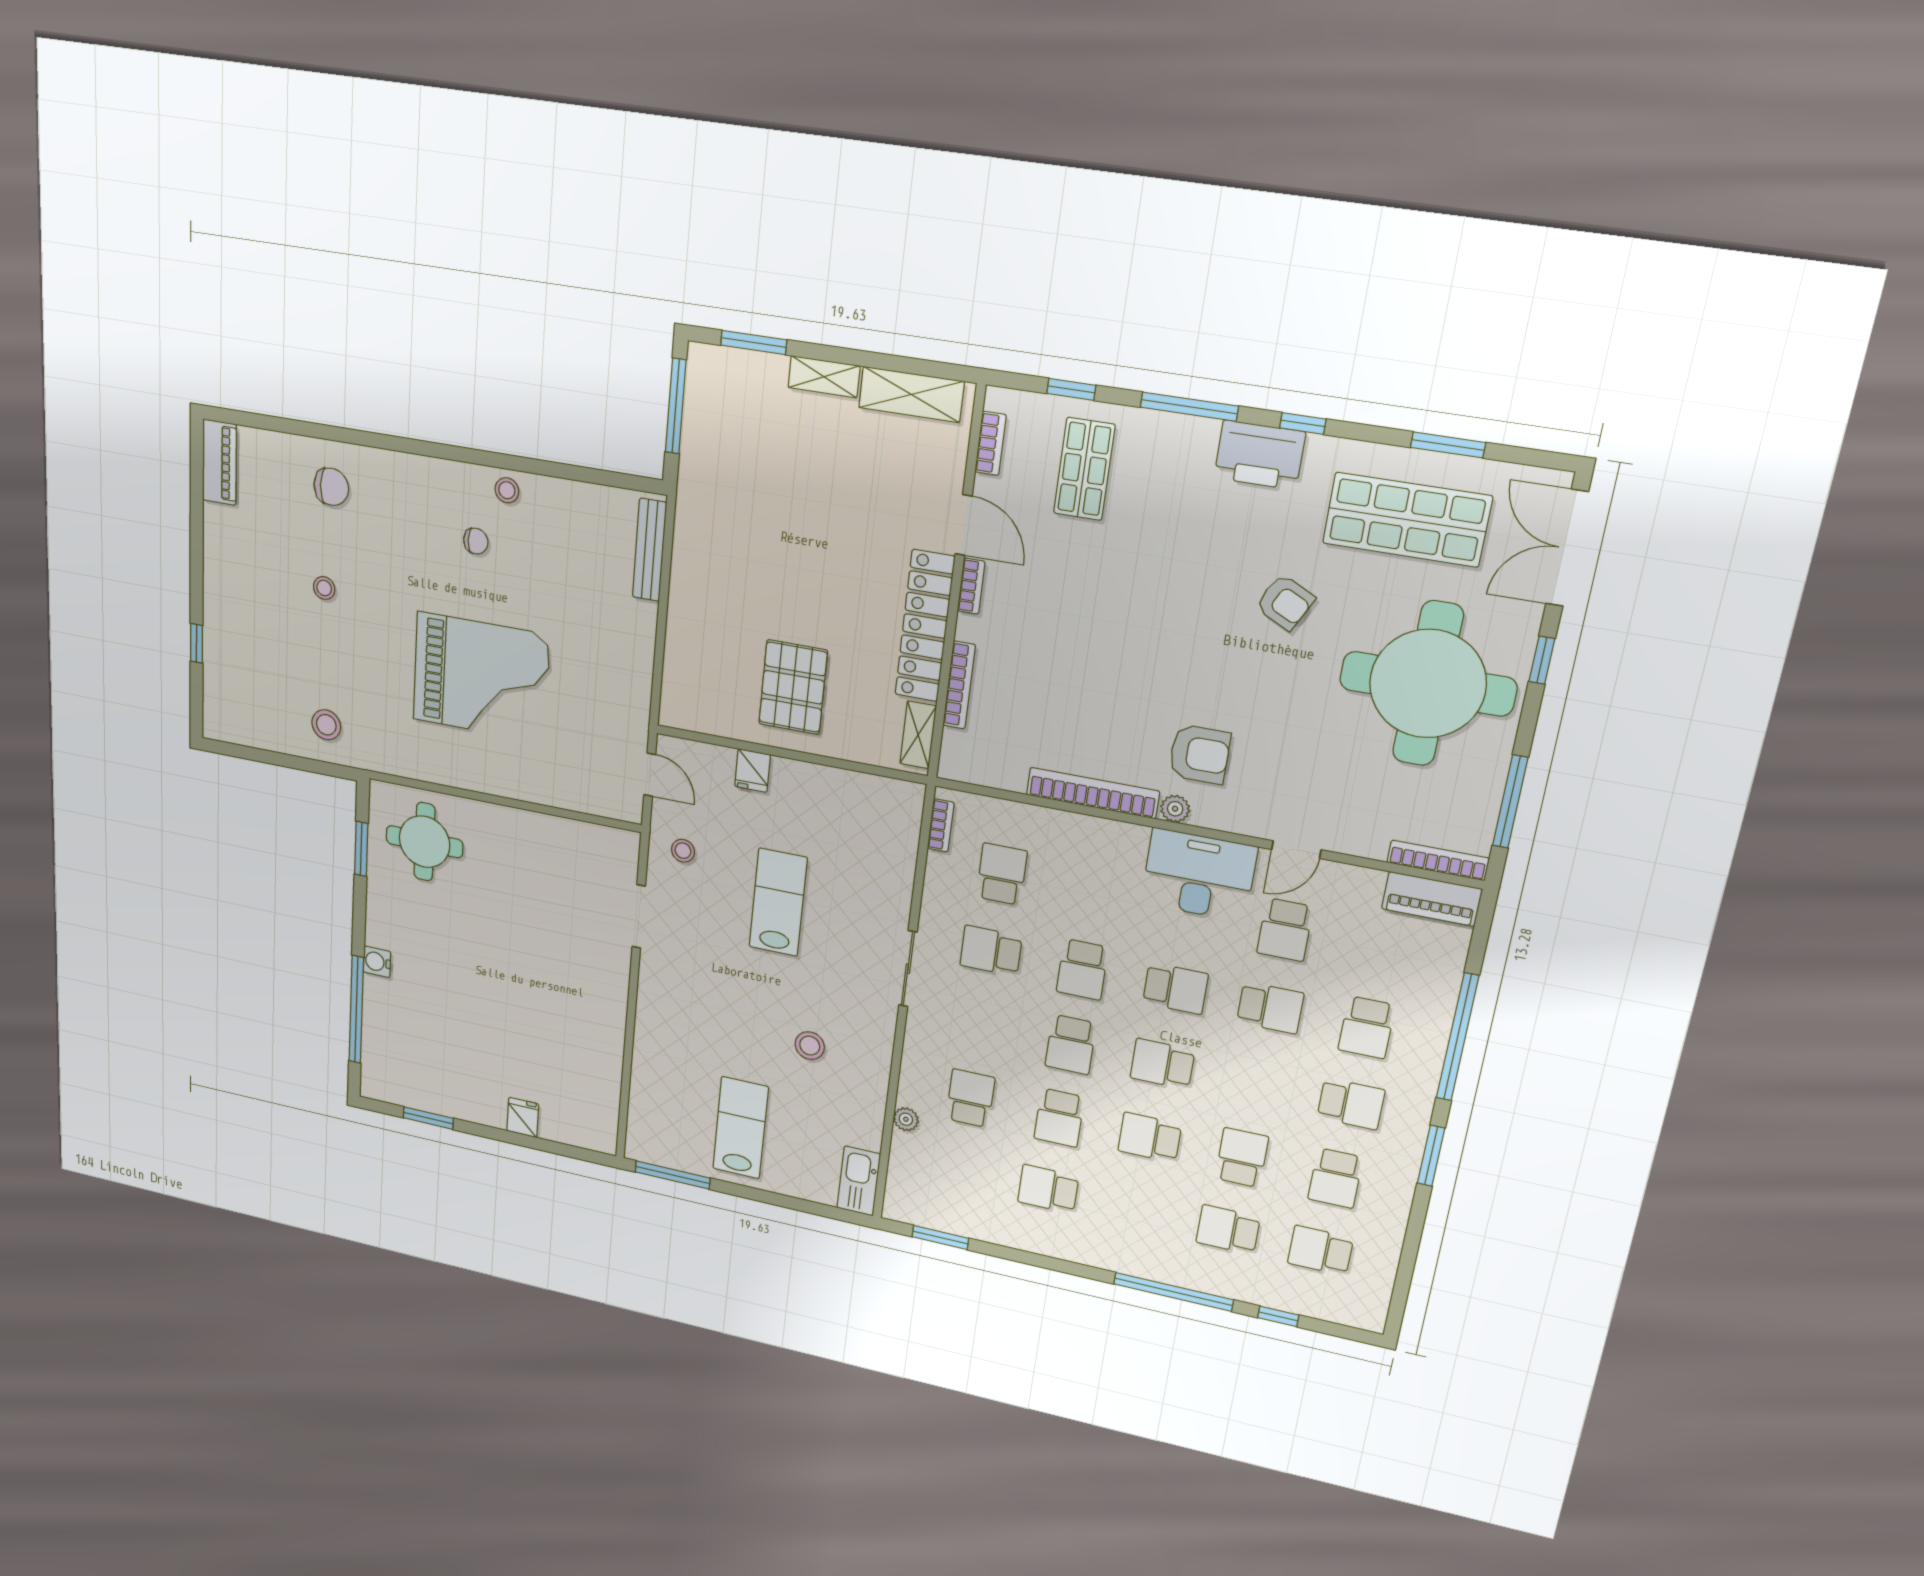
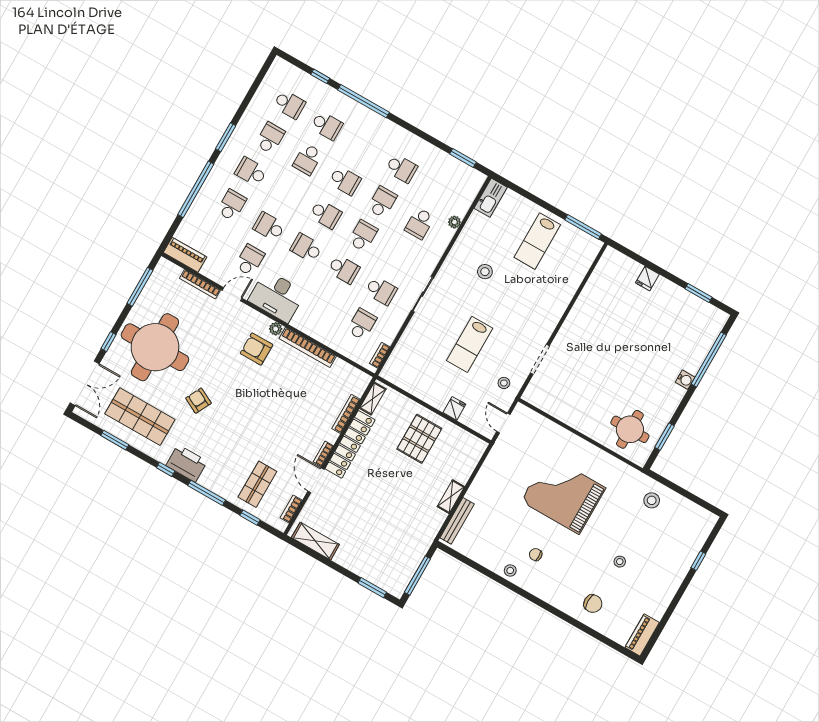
shelving: (824, 377) -> (451, 497), moved, turned 90
chair: (331, 487) -> (593, 604), turned 180
bookcase: (1438, 860) -> (200, 284), moved
school desk: (1002, 874) -> (362, 324), turned 180
school desk: (1082, 969) -> (344, 269), turned 90

